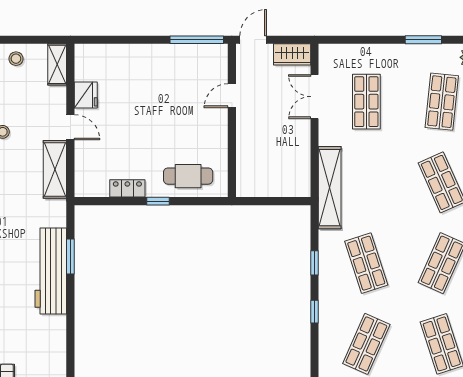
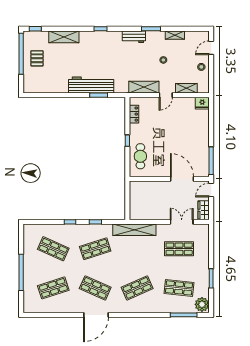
door: (253, 40) -> (211, 190), swing flipped
shelving: (57, 64) -> (186, 88), moved
fridge: (86, 95) -> (202, 103), moved
door: (232, 96) -> (182, 179), width x1.88
locker: (127, 188) -> (134, 114), moved

